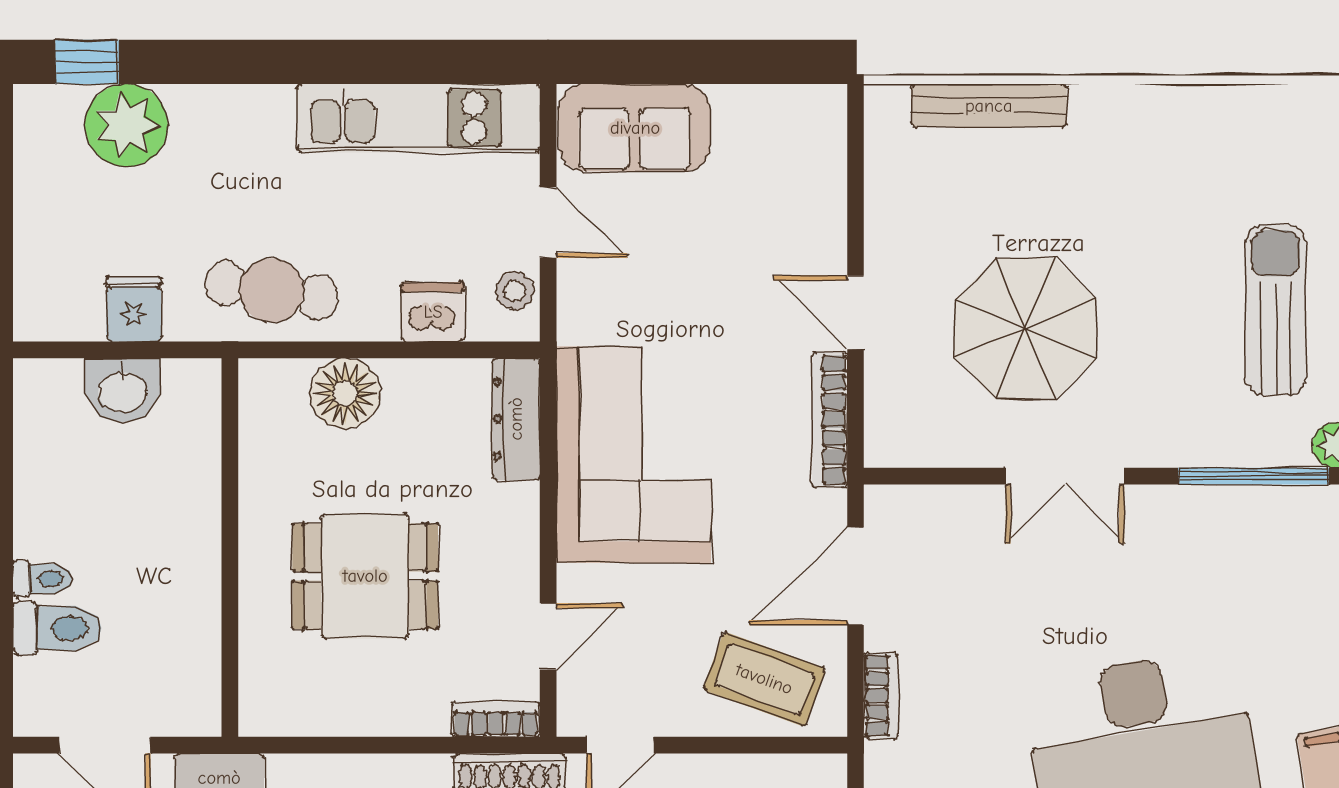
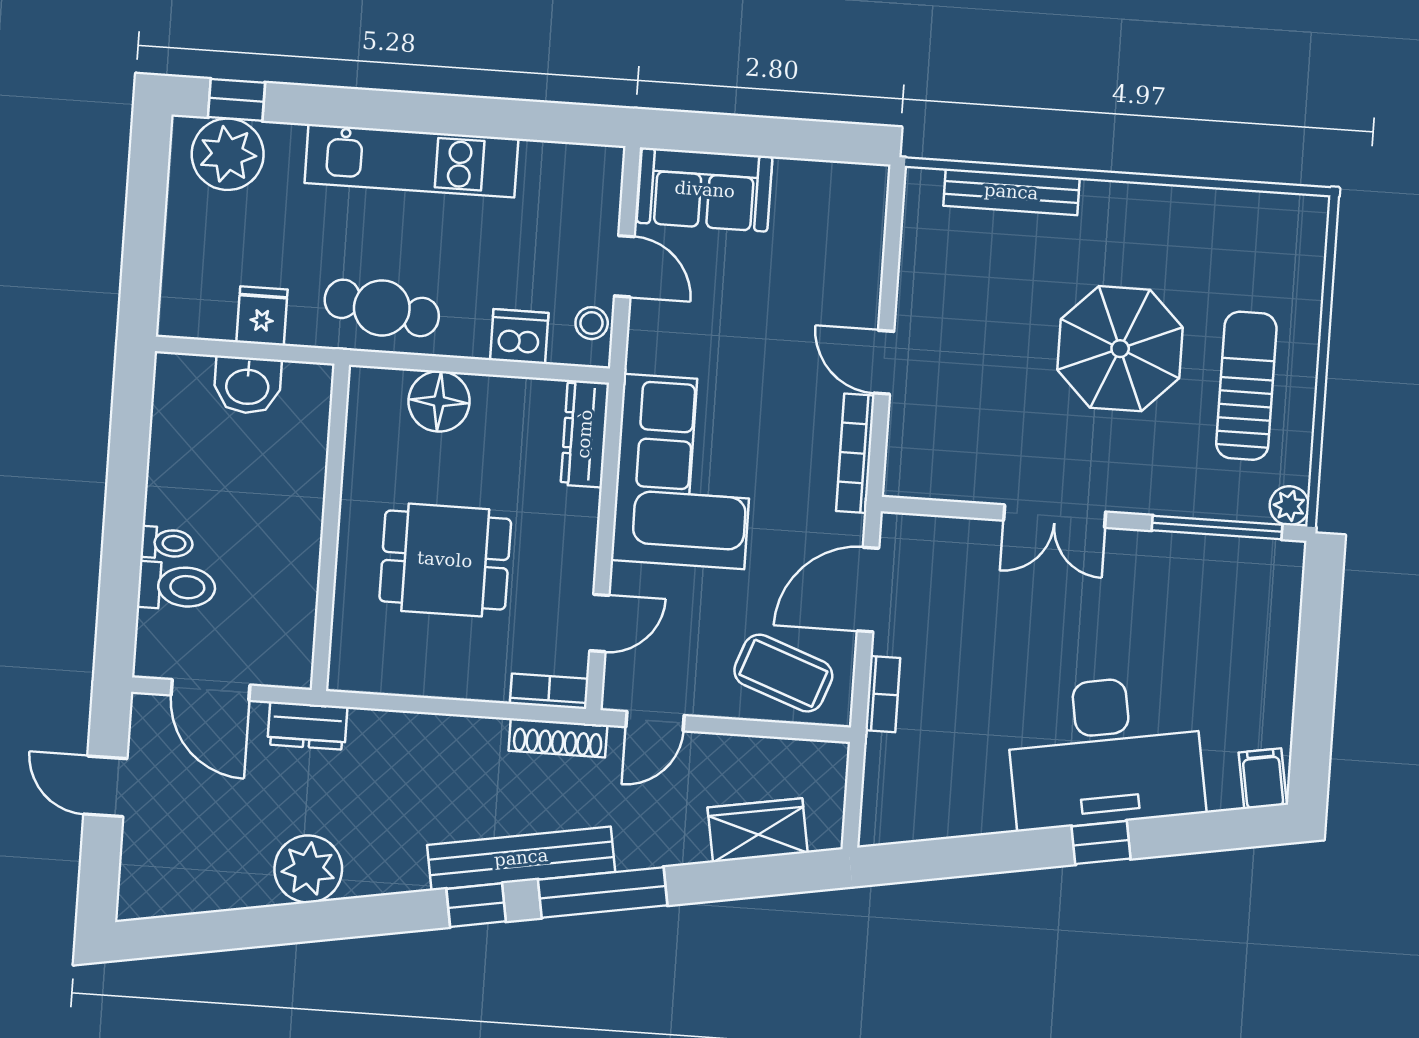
kitchen unit: (418, 118) -> (411, 161), moved
plant: (126, 125) -> (228, 154), moved
parasol: (1026, 329) -> (1120, 349), moved

